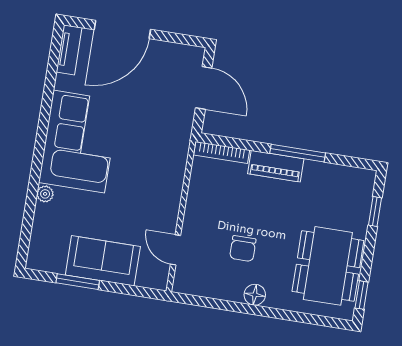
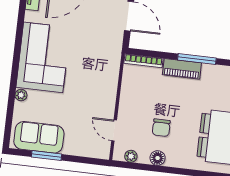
sofa: (103, 261) -> (39, 137), moved
plant: (198, 288) -> (131, 156), added
floor lamp: (255, 295) -> (158, 158), moved

